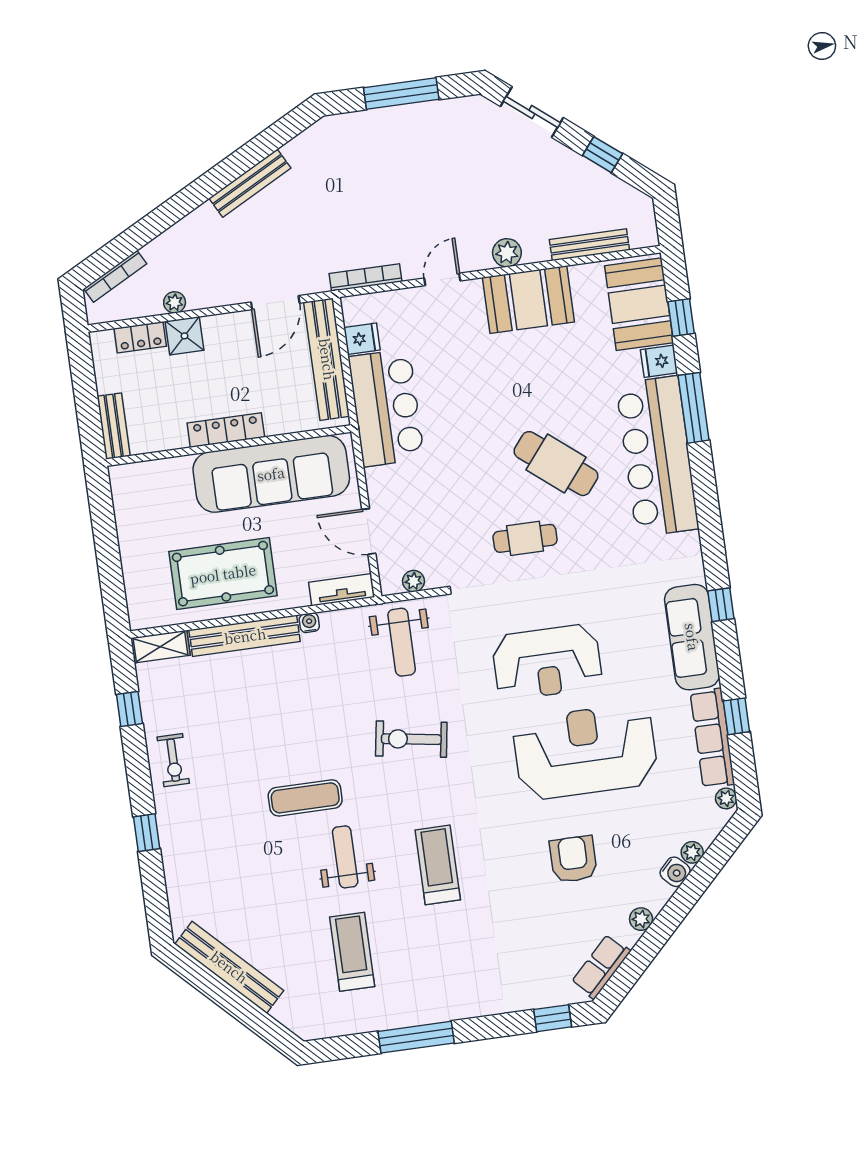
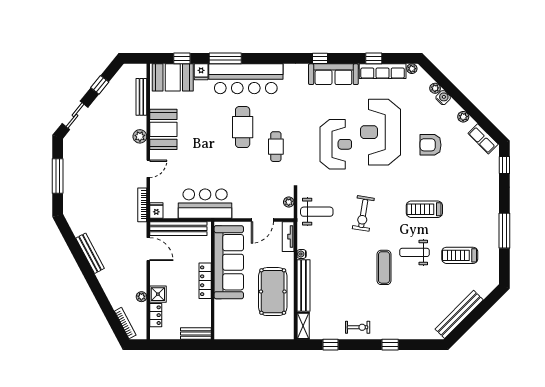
door: (442, 279) -> (148, 169), swing flipped
fridge: (362, 339) -> (156, 211), moved
cafe table: (556, 464) -> (243, 127), turned -39

